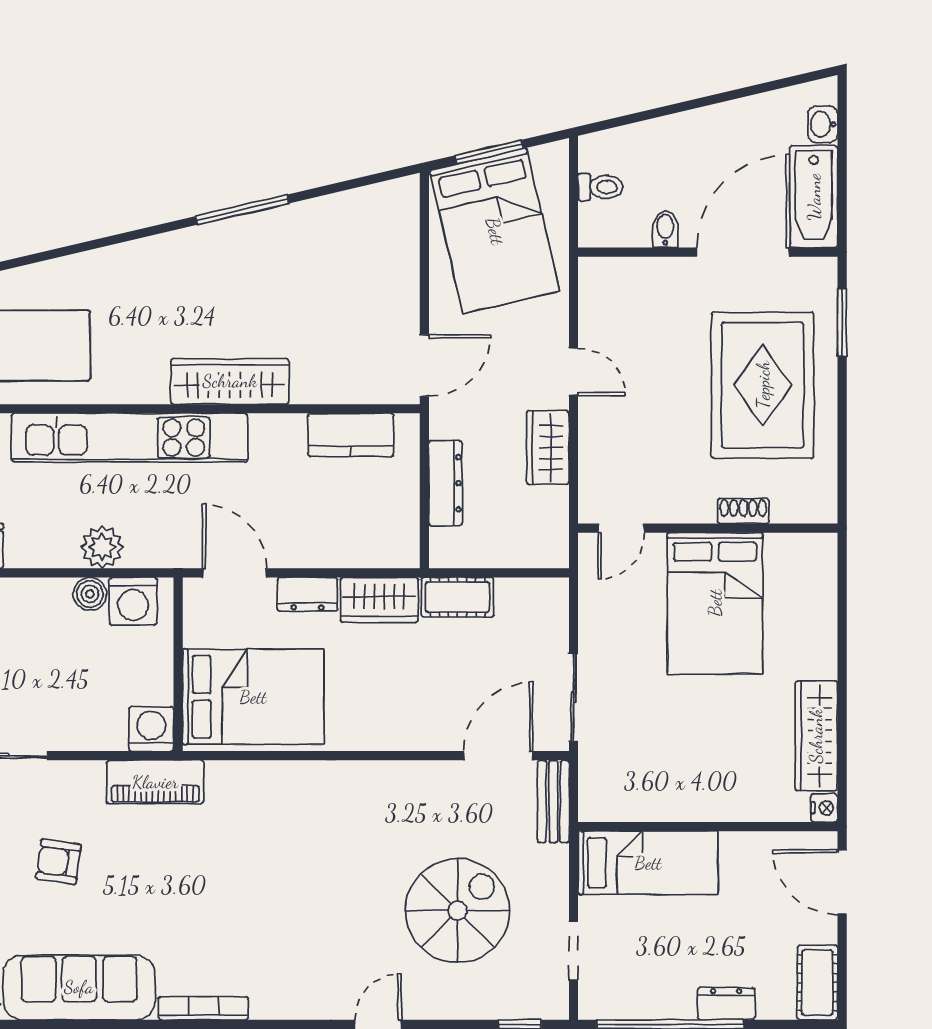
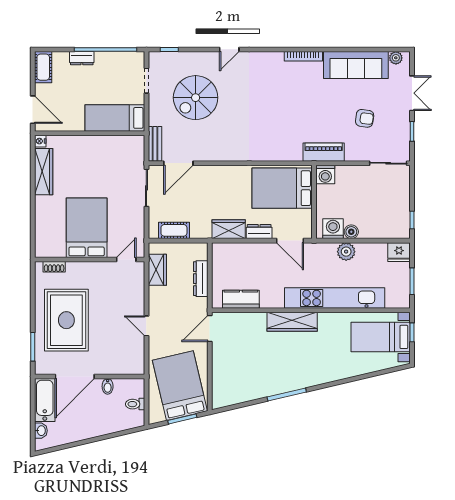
wardrobe: (548, 447) -> (157, 270), moved
shoe rack: (743, 511) -> (54, 267), moved
cot: (458, 597) -> (174, 230), moved

